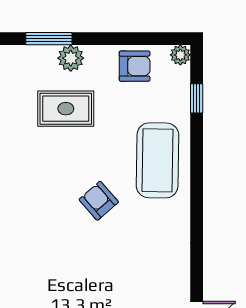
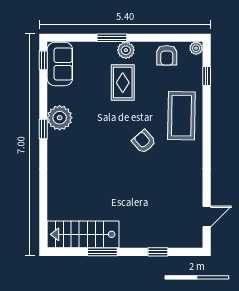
armchair: (135, 66) -> (167, 55), turned 90
rug: (66, 109) -> (123, 83), turned 90

